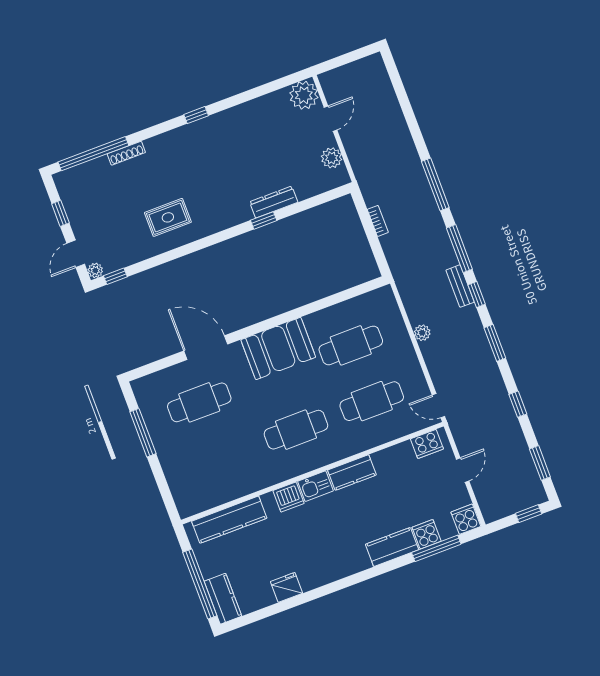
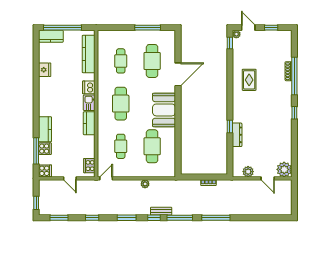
window: (93, 154) -> (294, 76), moved
cafe table: (372, 401) -> (121, 146), width x0.73, depth x0.74
cafe table: (220, 458) -> (121, 61), added

